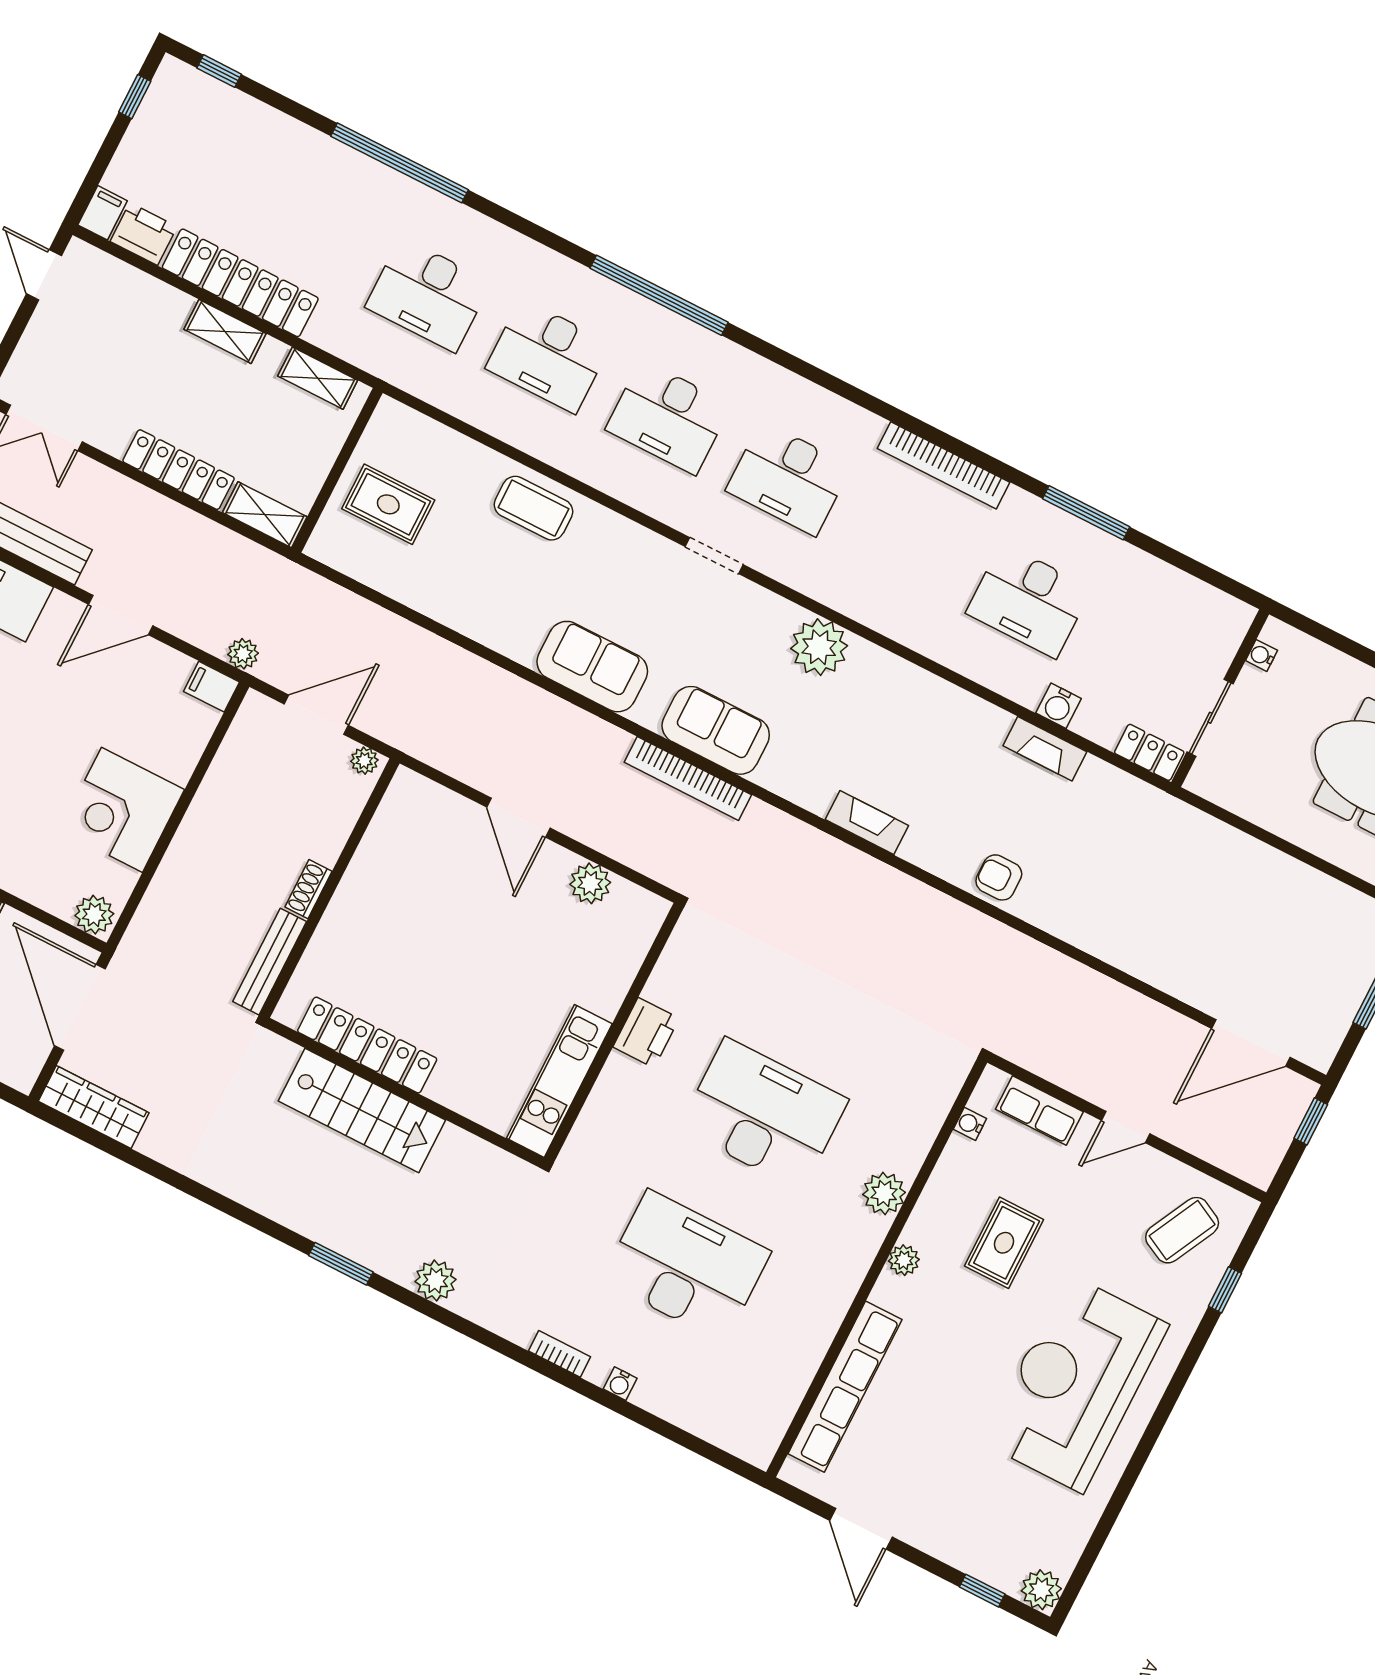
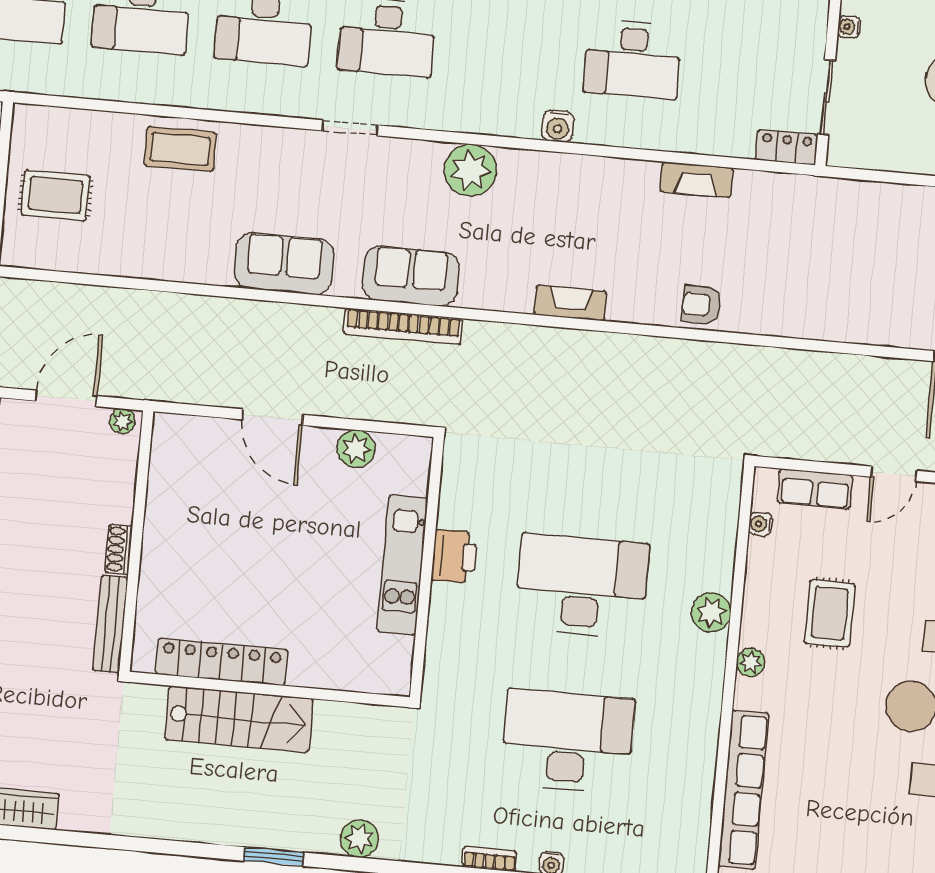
water cooler: (1058, 706) -> (558, 126), moved
kitchen unit: (559, 1081) -> (403, 565), moved

